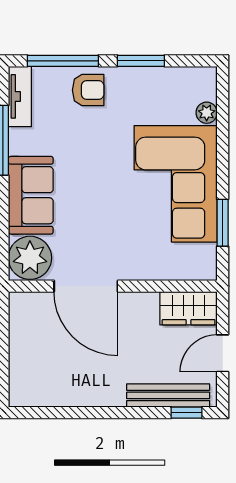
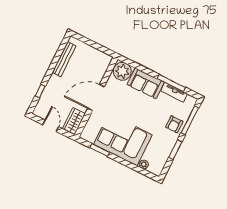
tv unit: (20, 96) -> (174, 92), moved
door: (86, 286) -> (96, 98), moved
bench: (168, 395) -> (64, 59), moved
window: (187, 413) -> (40, 91), moved

